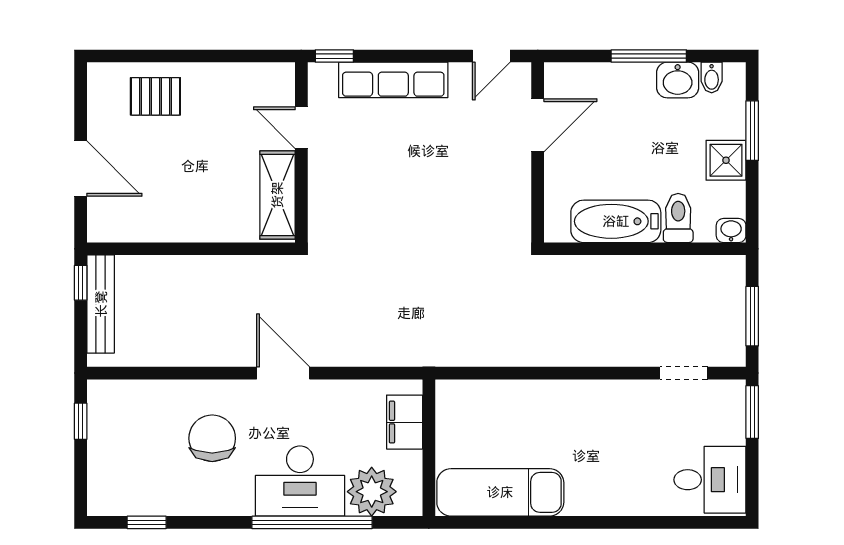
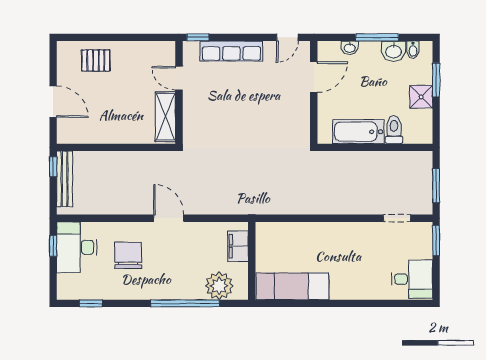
washbasin: (731, 231) -> (350, 48), moved, turned 180
desk: (300, 481) -> (77, 247), moved, turned 90

